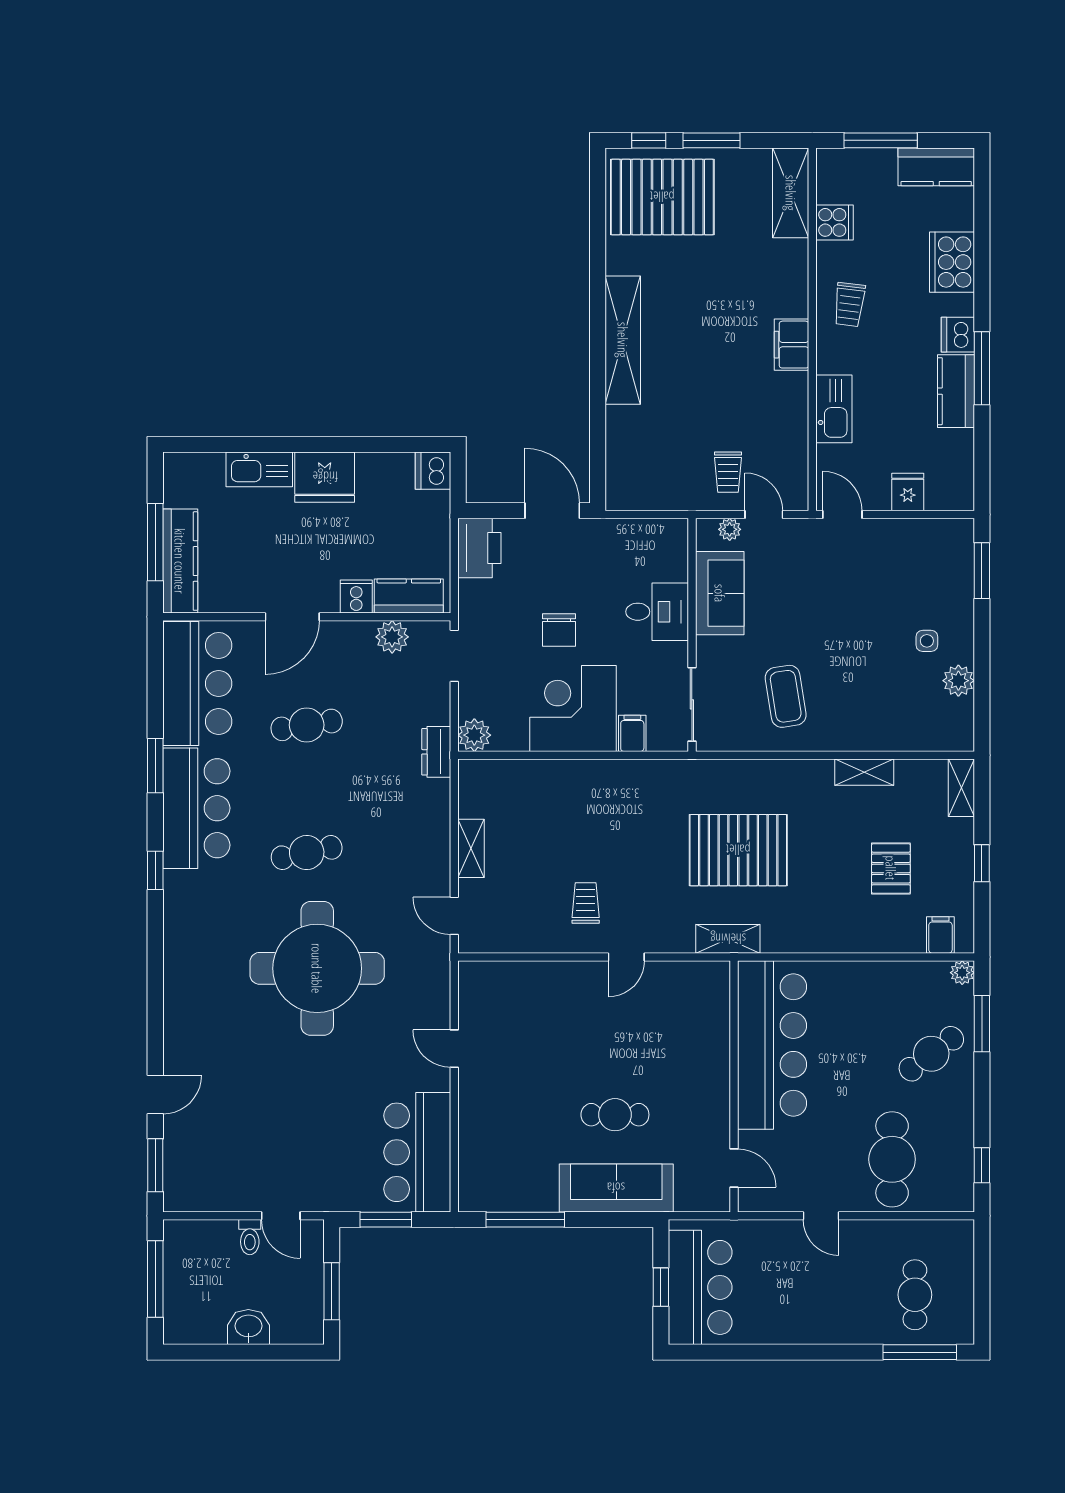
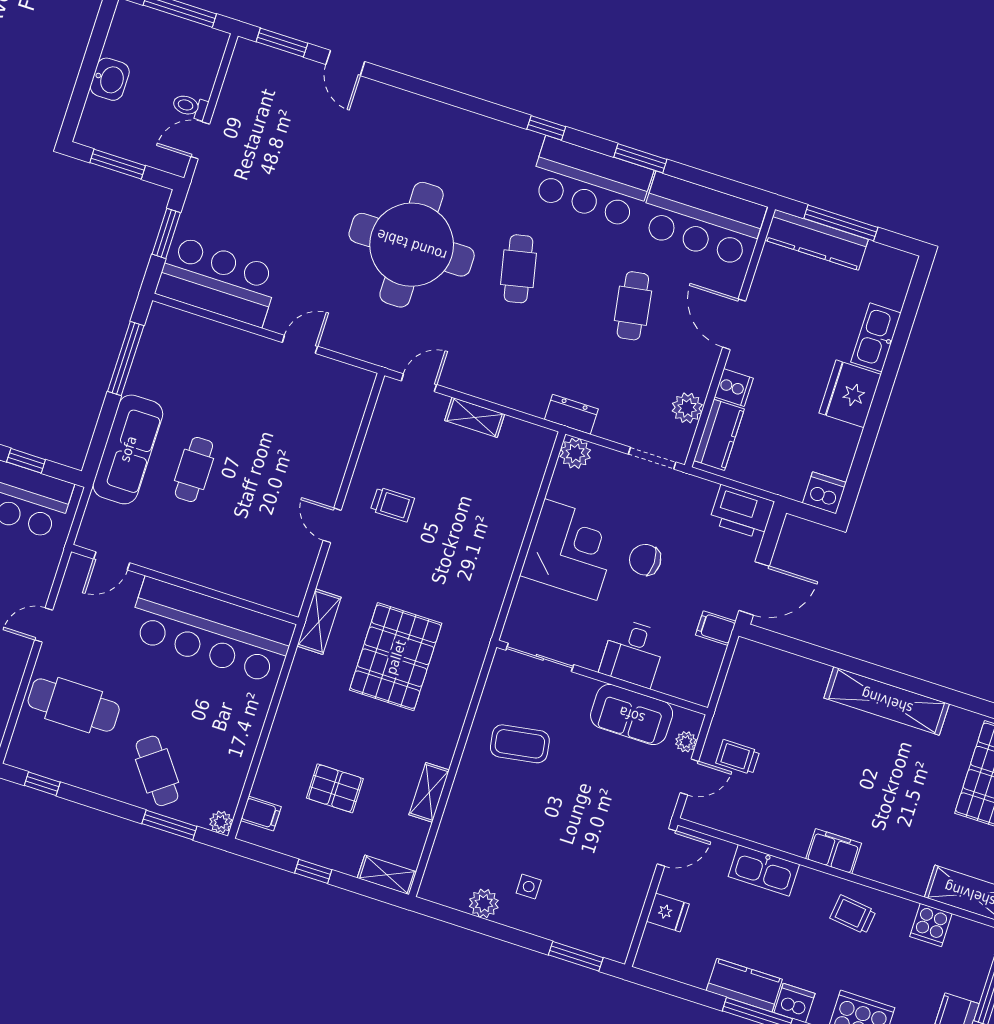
filing cabinet: (632, 733) -> (716, 628), moved, turned 180

